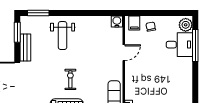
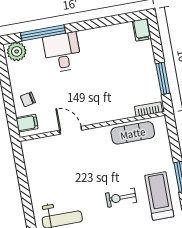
water cooler: (117, 21) -> (29, 148), removed
desk: (179, 45) -> (62, 52), moved

